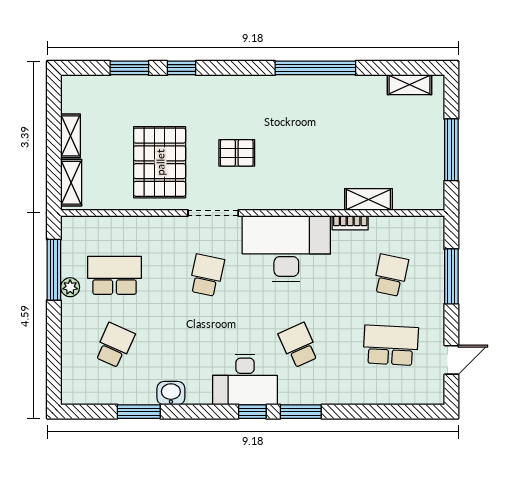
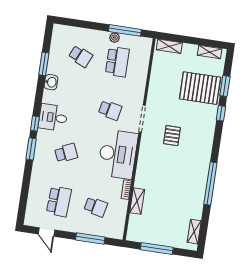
shelving: (70, 136) -> (210, 52), moved
pallet: (160, 162) -> (200, 88), moved
desk: (245, 380) -> (53, 118), width x0.73

